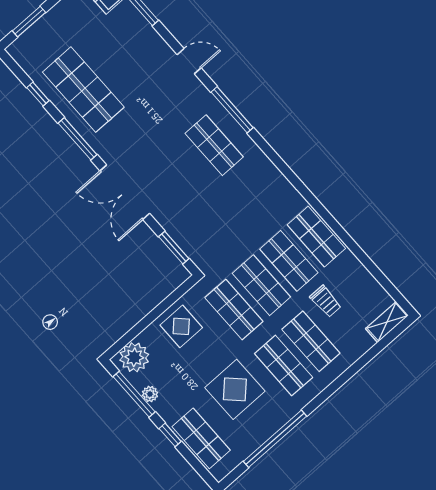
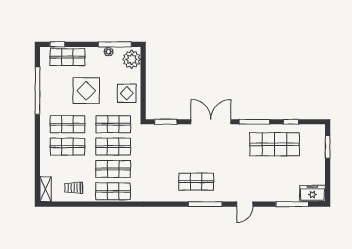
trolley: (326, 301) -> (74, 188), moved
display table: (235, 389) -> (86, 91), moved
window: (170, 435) -> (57, 44), moved

